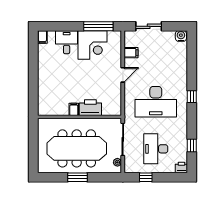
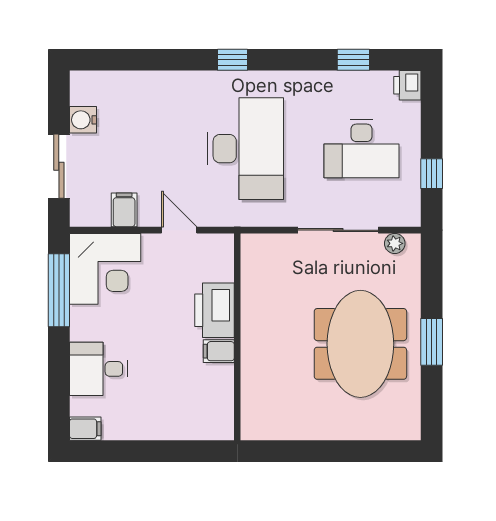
water cooler: (181, 36) -> (83, 120), moved
corner desk: (93, 45) -> (105, 269), moved, turned 90
printer: (90, 108) -> (214, 310), moved
filing cabinet: (74, 109) -> (219, 351), moved
wall: (80, 117) -> (237, 337), moved
meeting table: (77, 148) -> (360, 344), width x0.73

